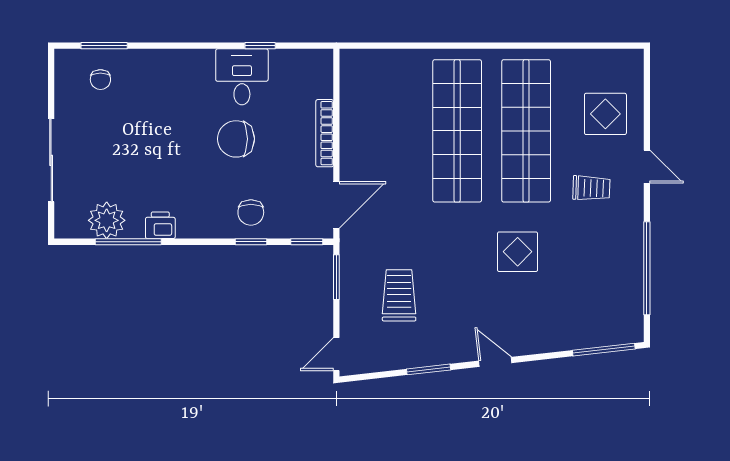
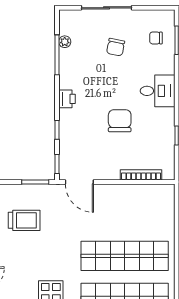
desk: (242, 77) -> (158, 91), moved
bookcase: (325, 133) -> (141, 175), moved
chair: (251, 212) -> (116, 47), moved, turned -79
plant: (107, 220) -> (65, 42), width x0.53, depth x0.53
printer: (160, 225) -> (67, 99), moved

